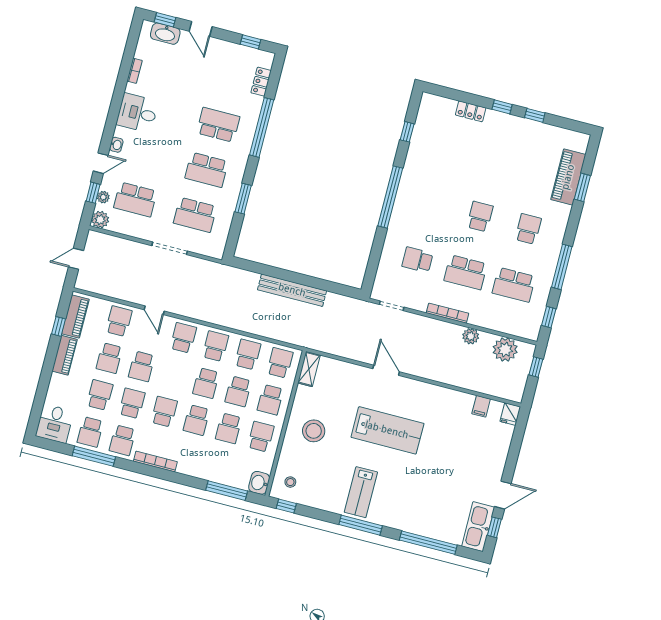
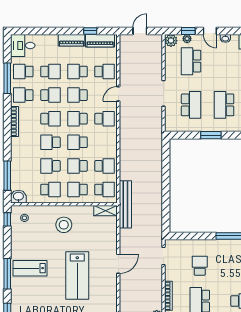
school desk: (195, 215) -> (191, 105), turned 180
door: (76, 259) -> (140, 31), hinge flipped
bench: (292, 290) -> (125, 204), moved
school desk: (216, 346) -> (77, 119), moved, turned 180

